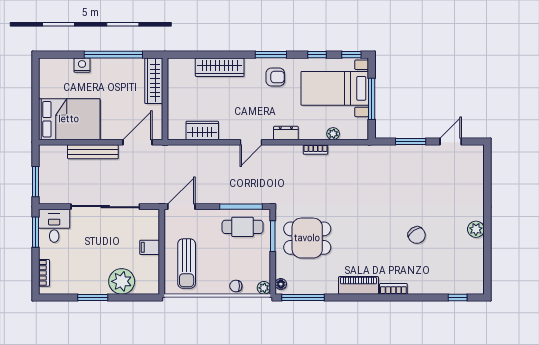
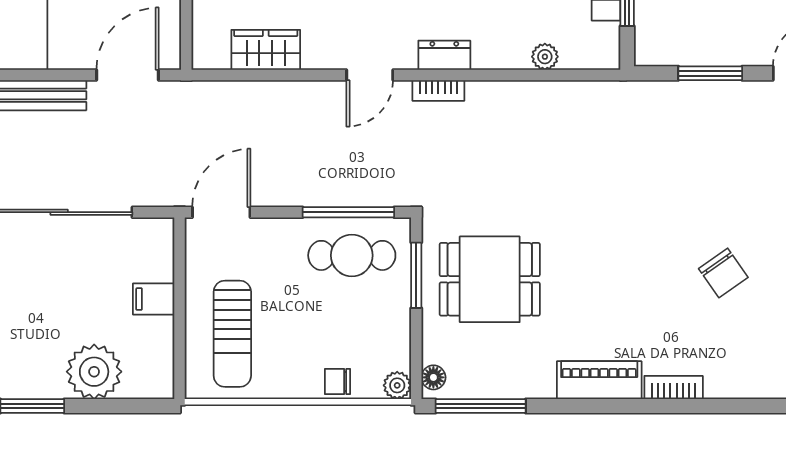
bookcase: (315, 150) -> (438, 91), moved

